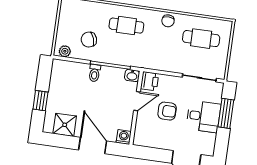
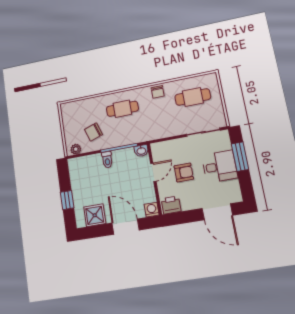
printer: (150, 81) -> (171, 205), moved, turned -90

